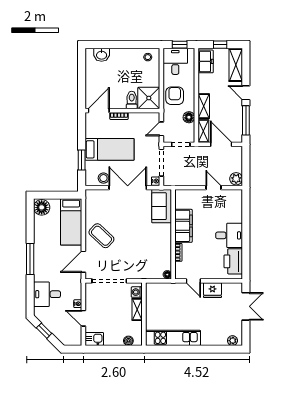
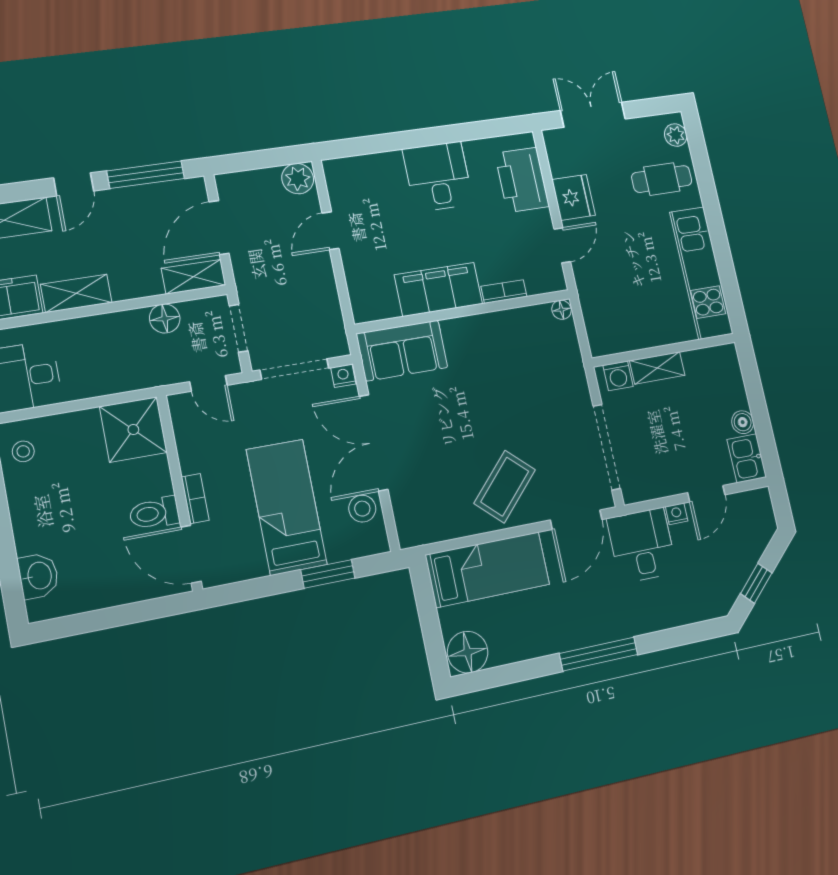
armchair: (175, 96) -> (115, 364), removed
toilet: (132, 100) -> (154, 513), moved
shelving: (204, 106) -> (76, 293), moved
printer: (233, 261) -> (522, 180), moved, turned 90
door: (83, 262) -> (576, 520), hinge flipped
desk: (47, 294) -> (642, 545), moved, turned 180
cafe table: (215, 330) -> (662, 179), added
boiler: (128, 341) -> (743, 422), moved

